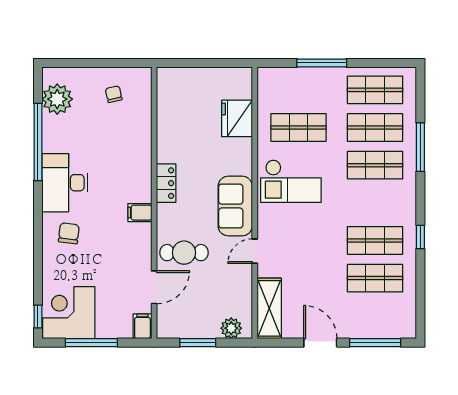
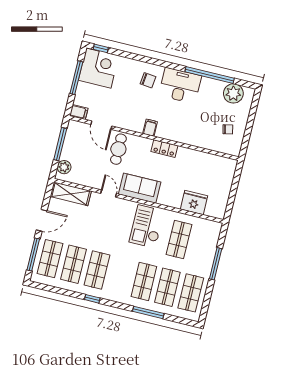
shop shelf: (375, 316) -> (50, 259), added
window: (198, 343) -> (60, 144), width x1.44

